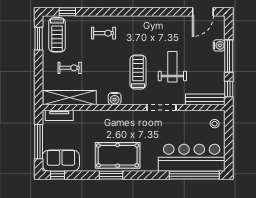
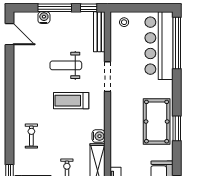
water cooler: (115, 99) -> (98, 136), moved

